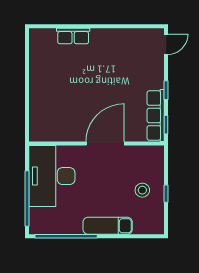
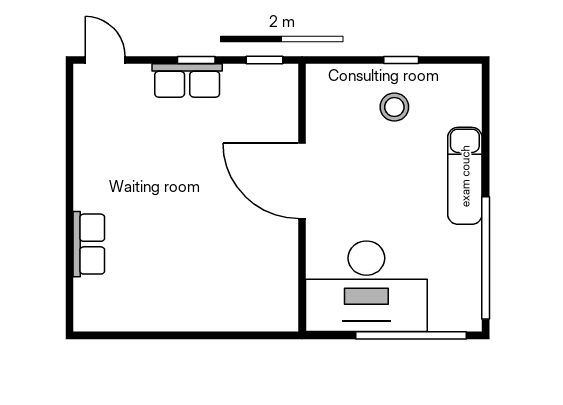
row of seats: (156, 115) -> (187, 80), moved, width x0.68

